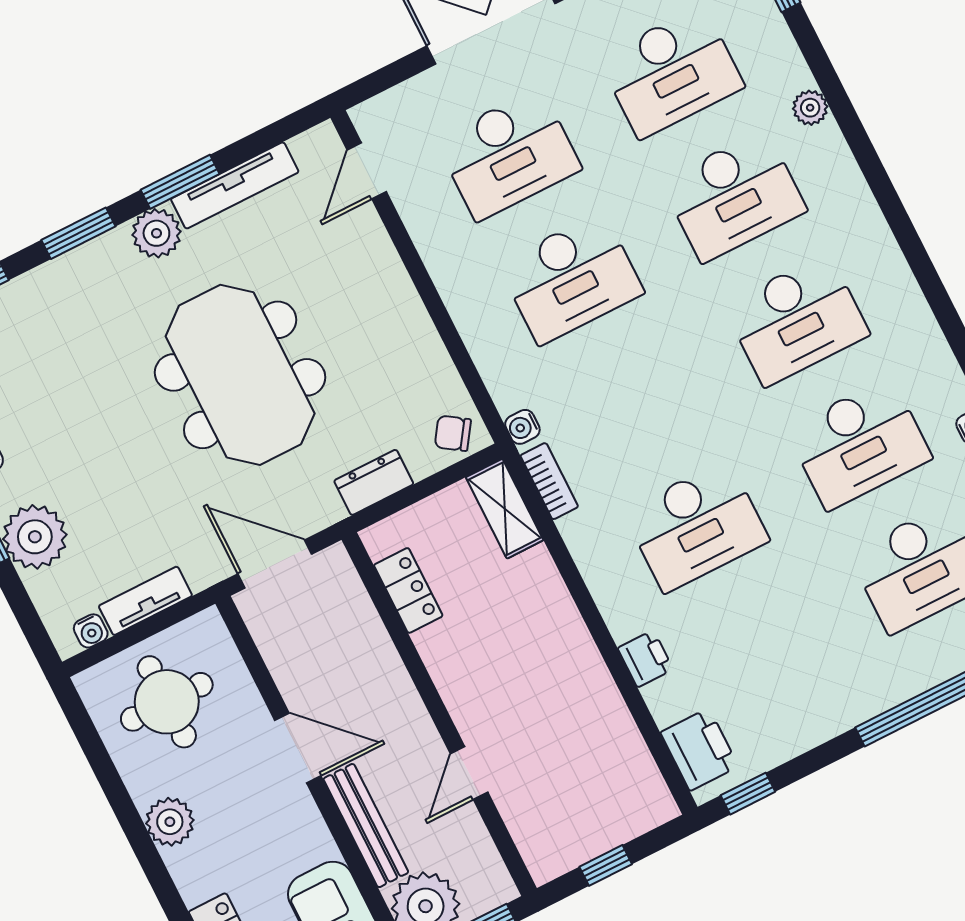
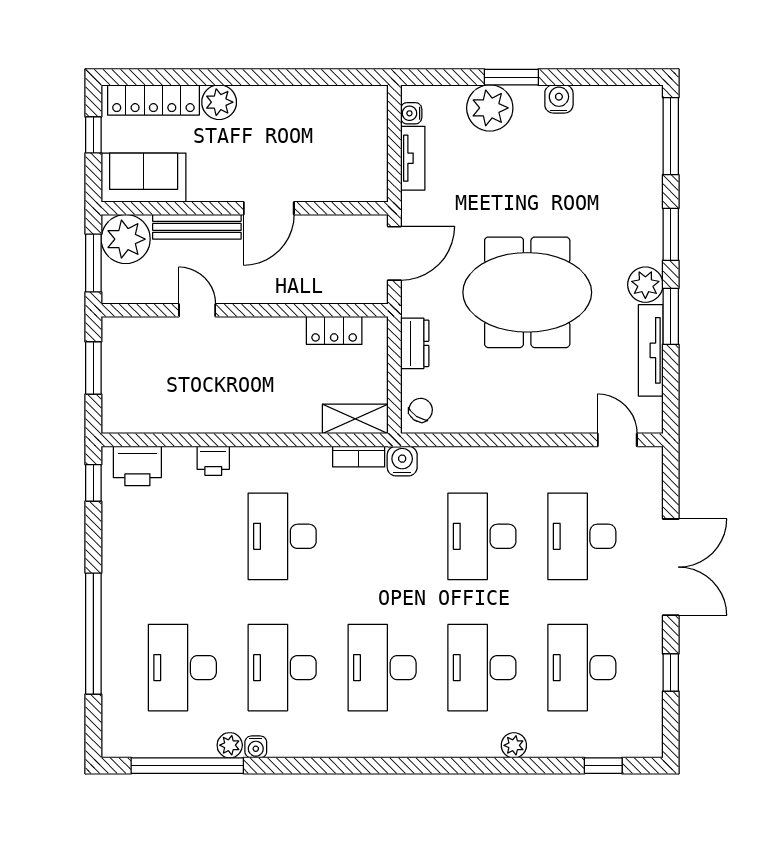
water cooler: (522, 427) -> (402, 461), width x1.38, depth x1.38
round table: (167, 702) -> (341, 139), removed
plant: (170, 822) -> (219, 102), moved
window: (606, 865) -> (93, 368), width x1.50

